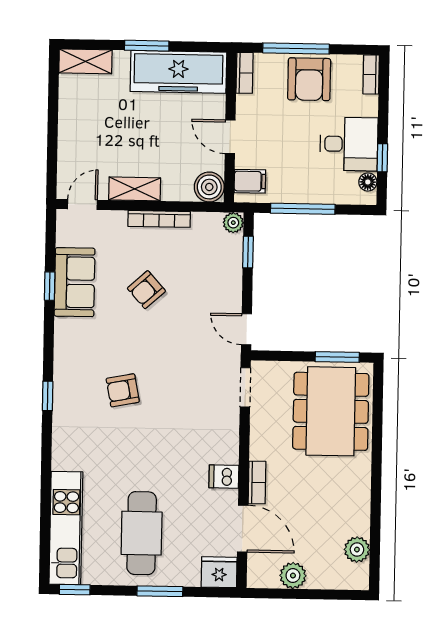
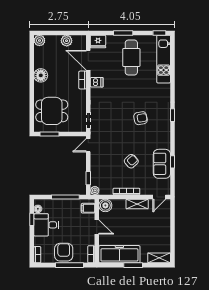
door: (246, 329) -> (88, 145), swing flipped
dining table: (331, 411) -> (52, 111), width x0.73
floor lamp: (355, 495) -> (41, 75), added
plant: (357, 550) -> (39, 41), moved

